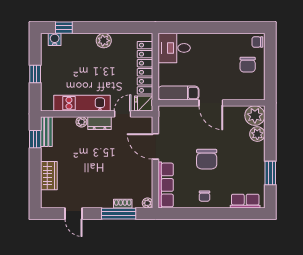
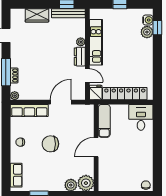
plant: (104, 41) -> (147, 32), moved
chair: (248, 65) -> (127, 177), removed
bench: (46, 132) -> (68, 13), width x1.36

